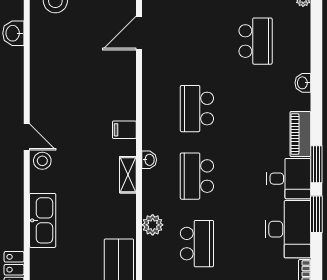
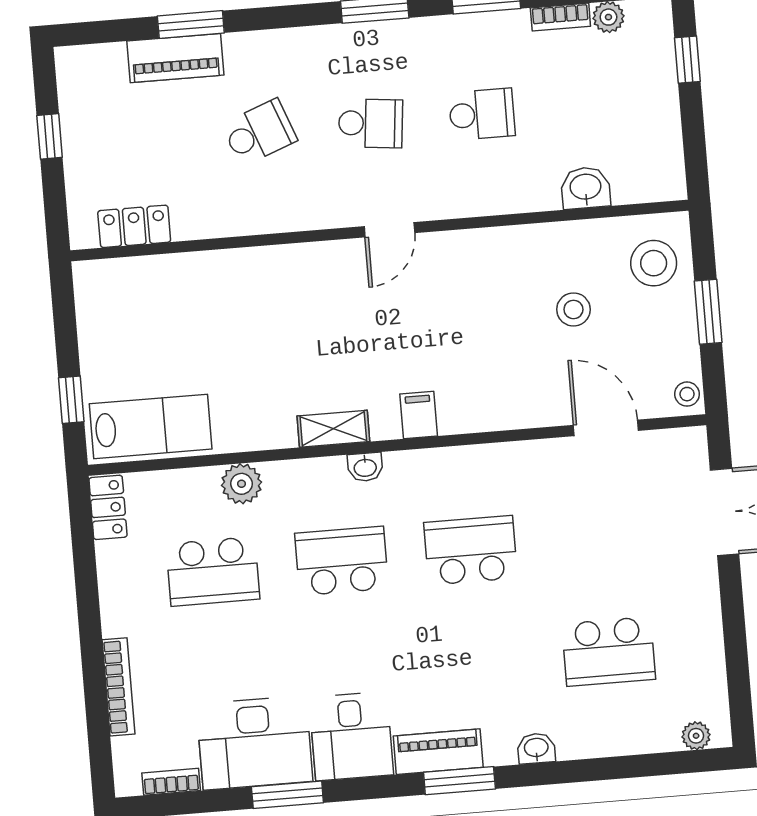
stool: (42, 161) -> (573, 309), moved
window: (316, 164) -> (459, 781), moved
kitchen sink: (43, 220) -> (233, 273), removed

